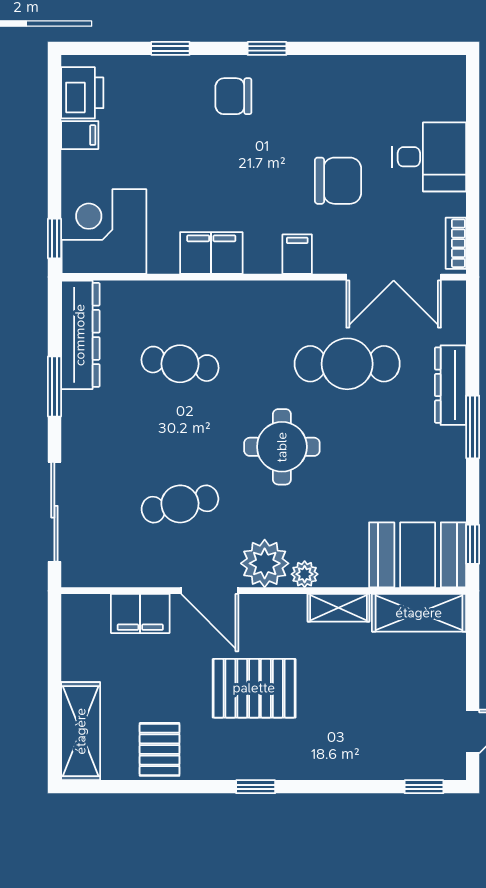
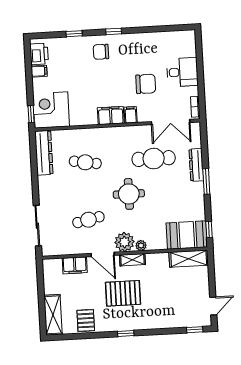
filing cabinet: (211, 253) -> (111, 115), moved
window: (54, 386) -> (34, 174), removed
shelving: (339, 608) -> (132, 260), moved

